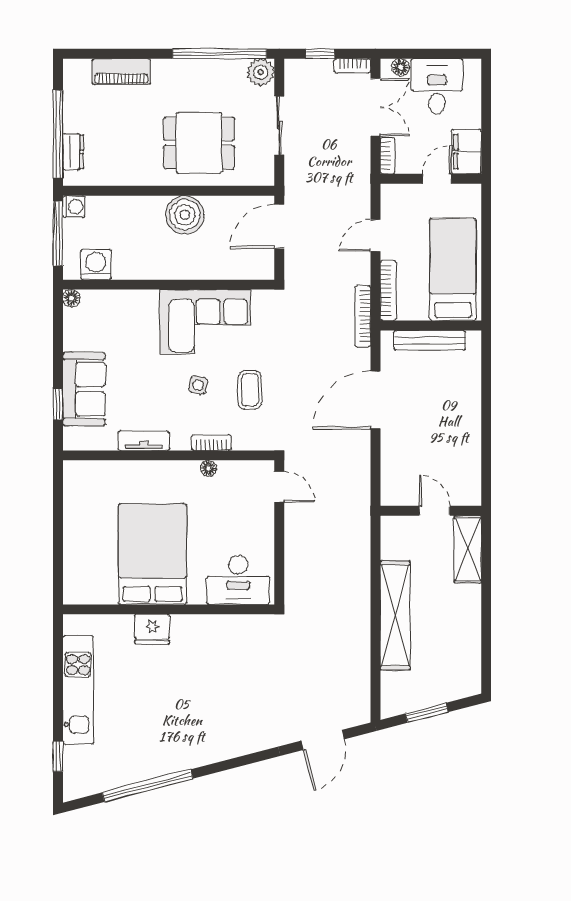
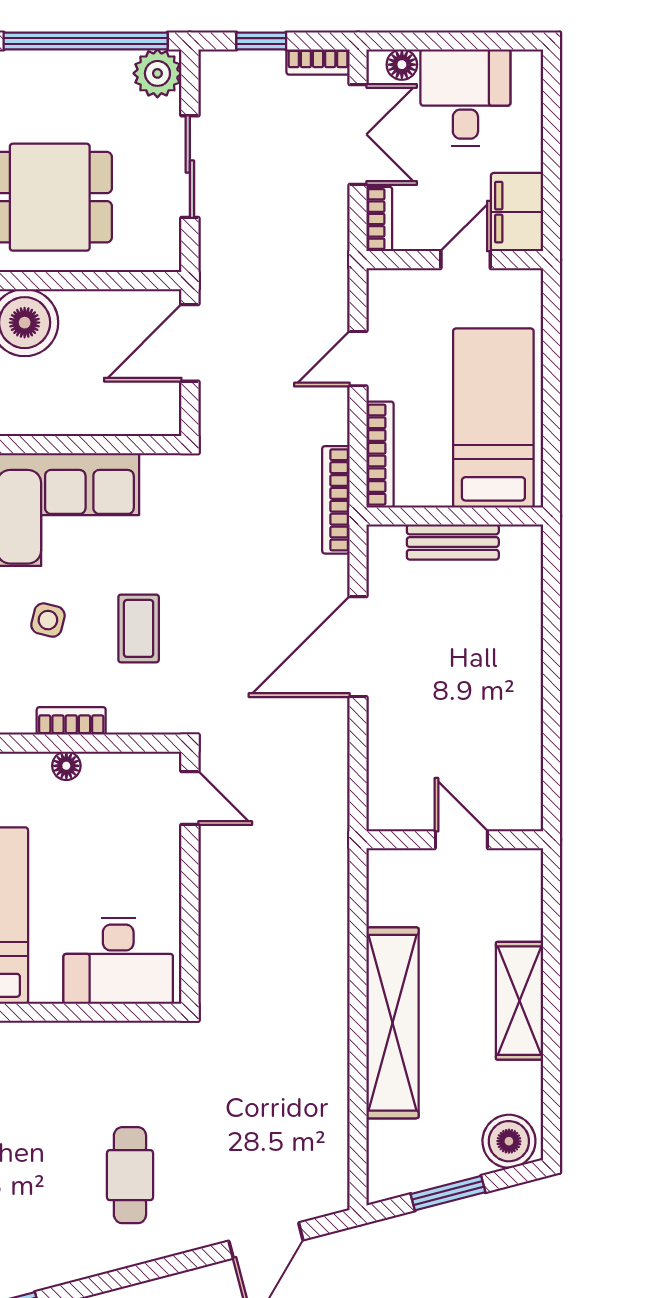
bench: (430, 340) -> (453, 542), width x0.73
shelving: (468, 549) -> (519, 1001), moved
boiler: (462, 683) -> (509, 1141), added
cafe table: (245, 703) -> (130, 1175), added

